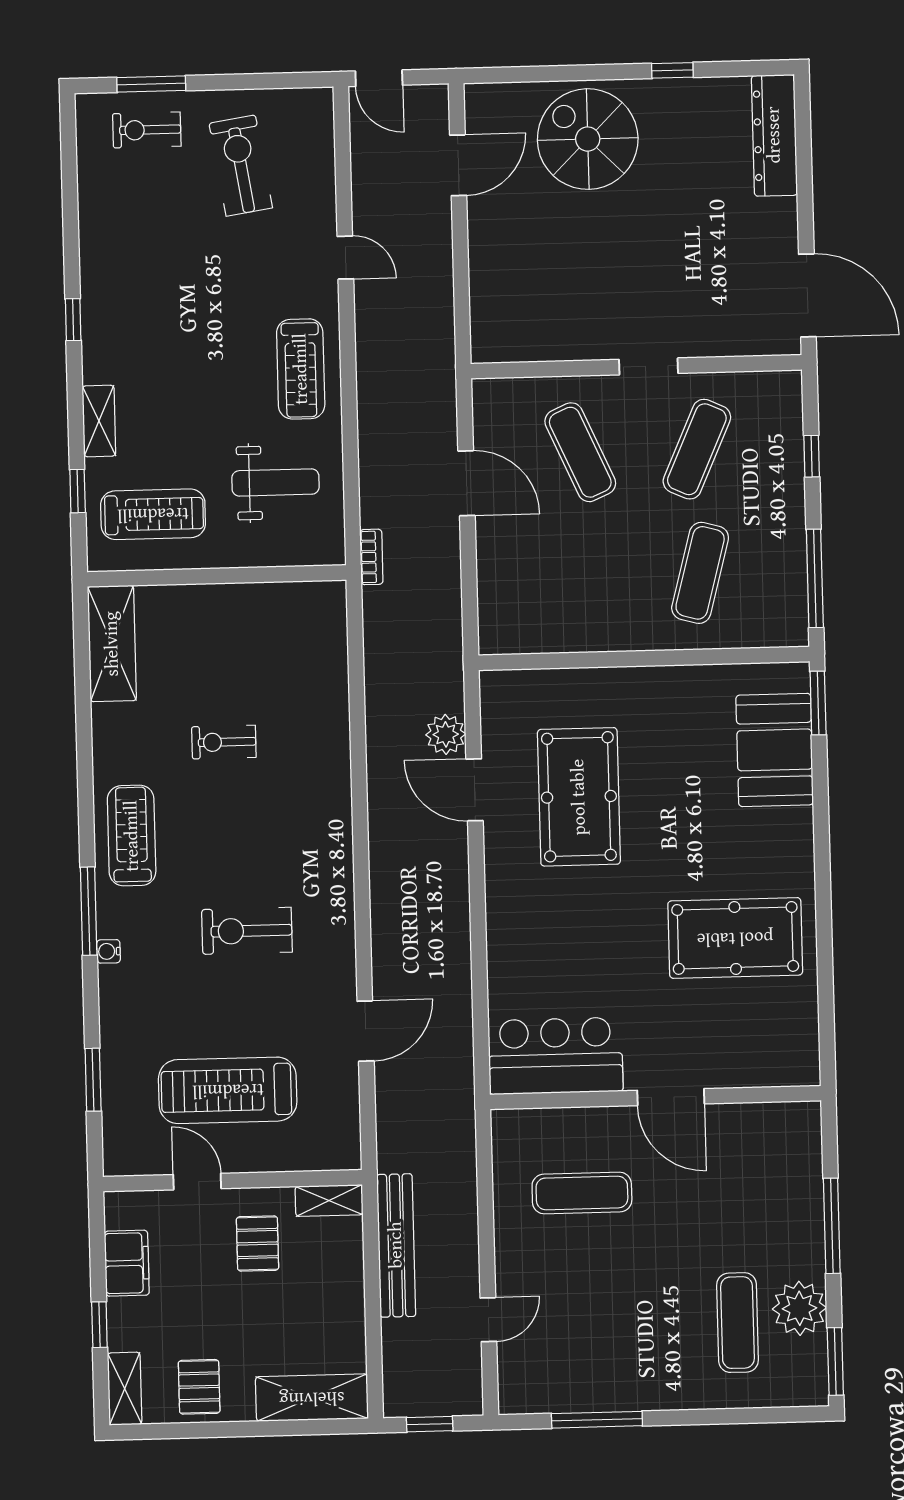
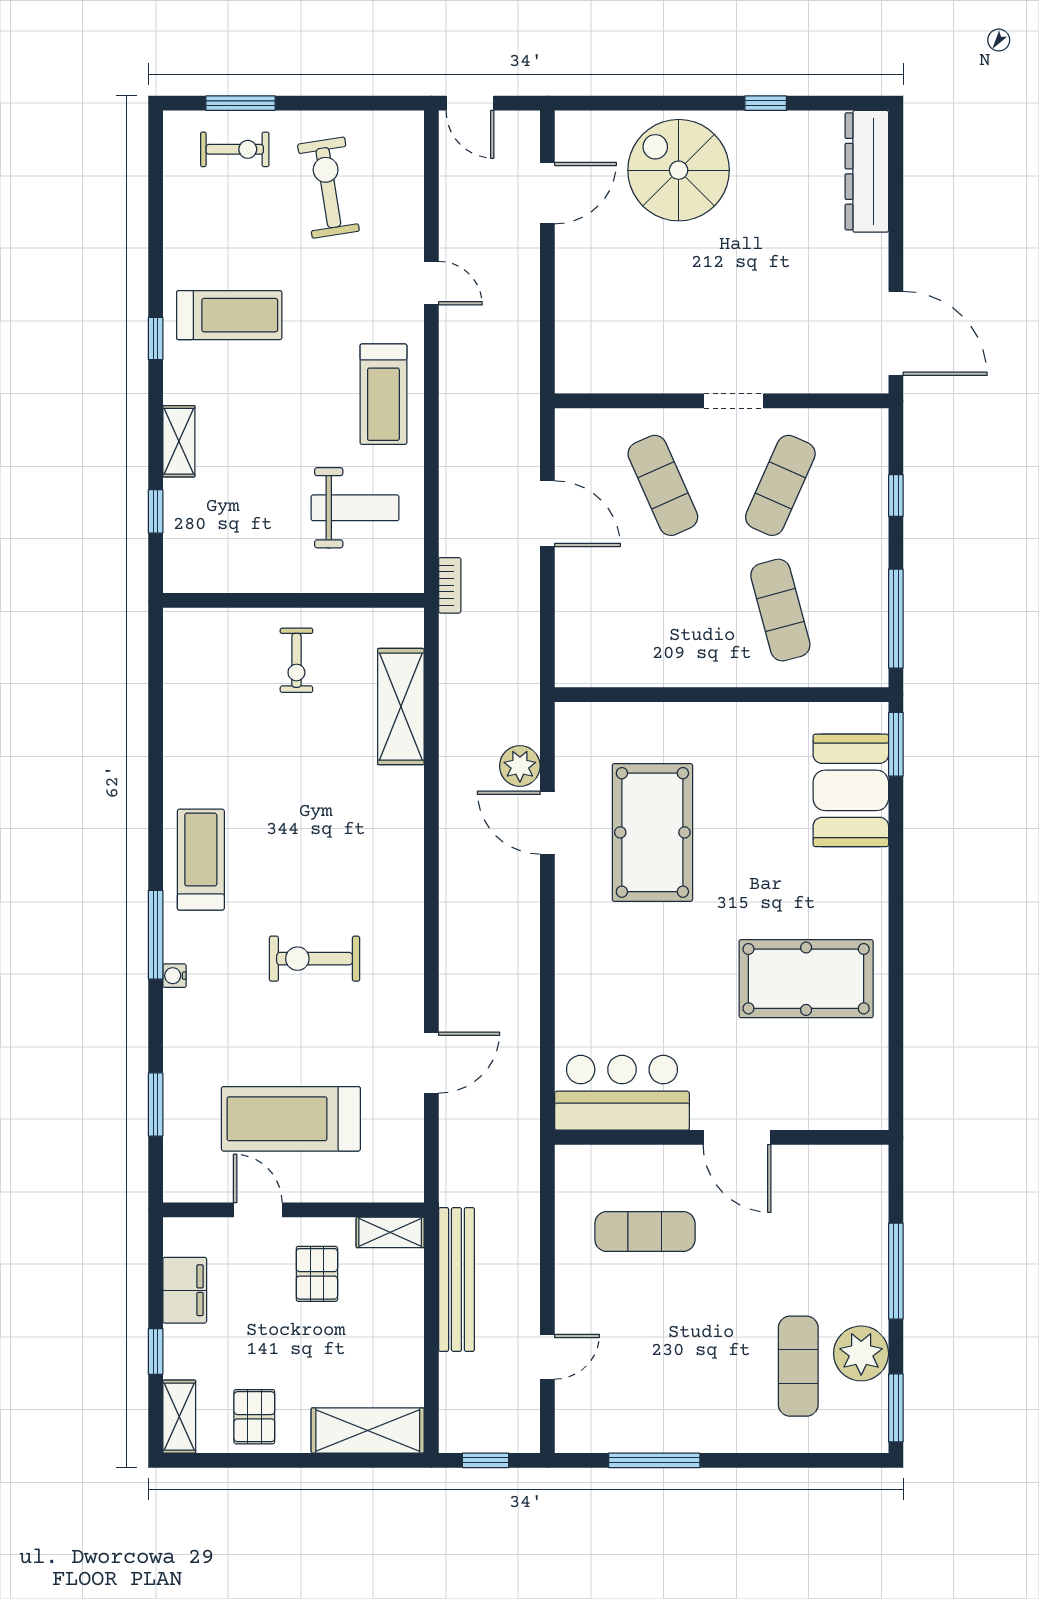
exercise bike: (147, 130) -> (235, 149), turned 180
treadmill: (153, 514) -> (229, 315), moved
exercise mat: (700, 573) -> (780, 610), turned -30
shelving: (112, 644) -> (401, 707), moved
exercise bike: (224, 742) -> (296, 660), moved, turned -90

